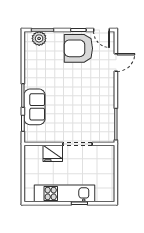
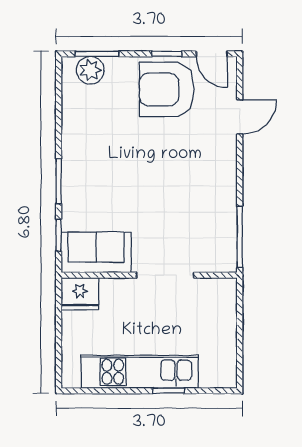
sofa: (35, 107) -> (96, 252), moved, turned -90
fridge: (53, 153) -> (80, 294), moved

